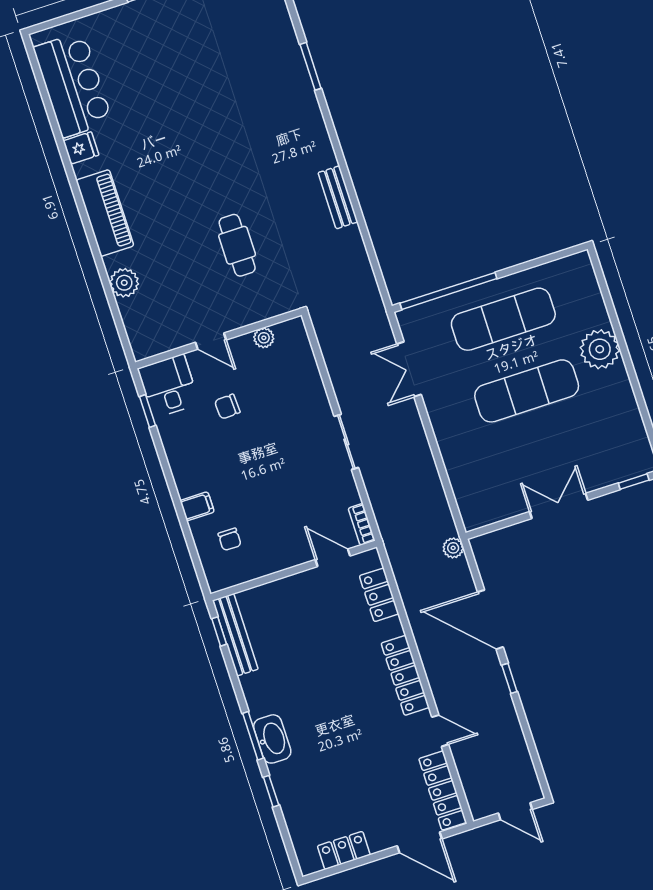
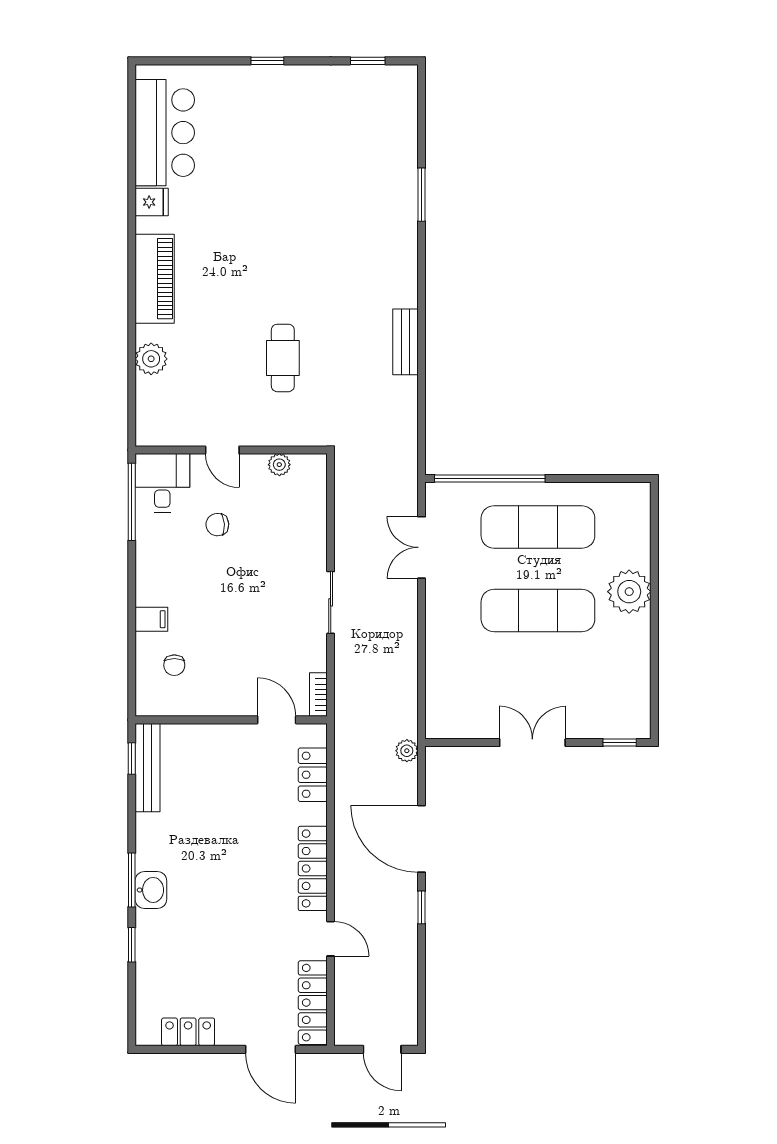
window: (148, 411) -> (132, 502), width x2.17
washbasin: (272, 739) -> (151, 890), width x0.72

